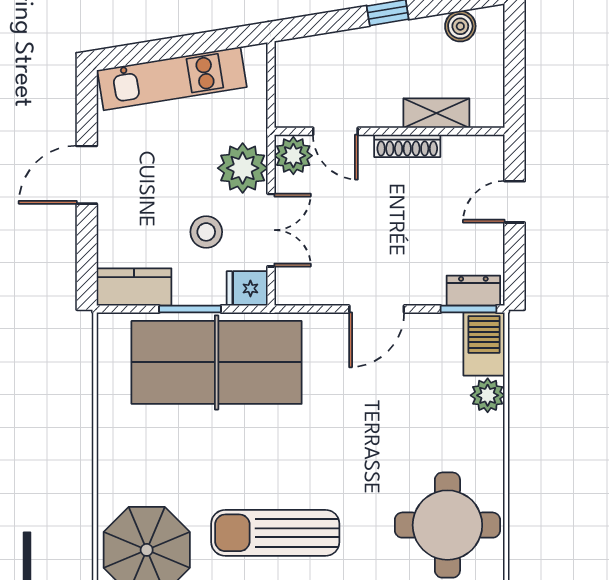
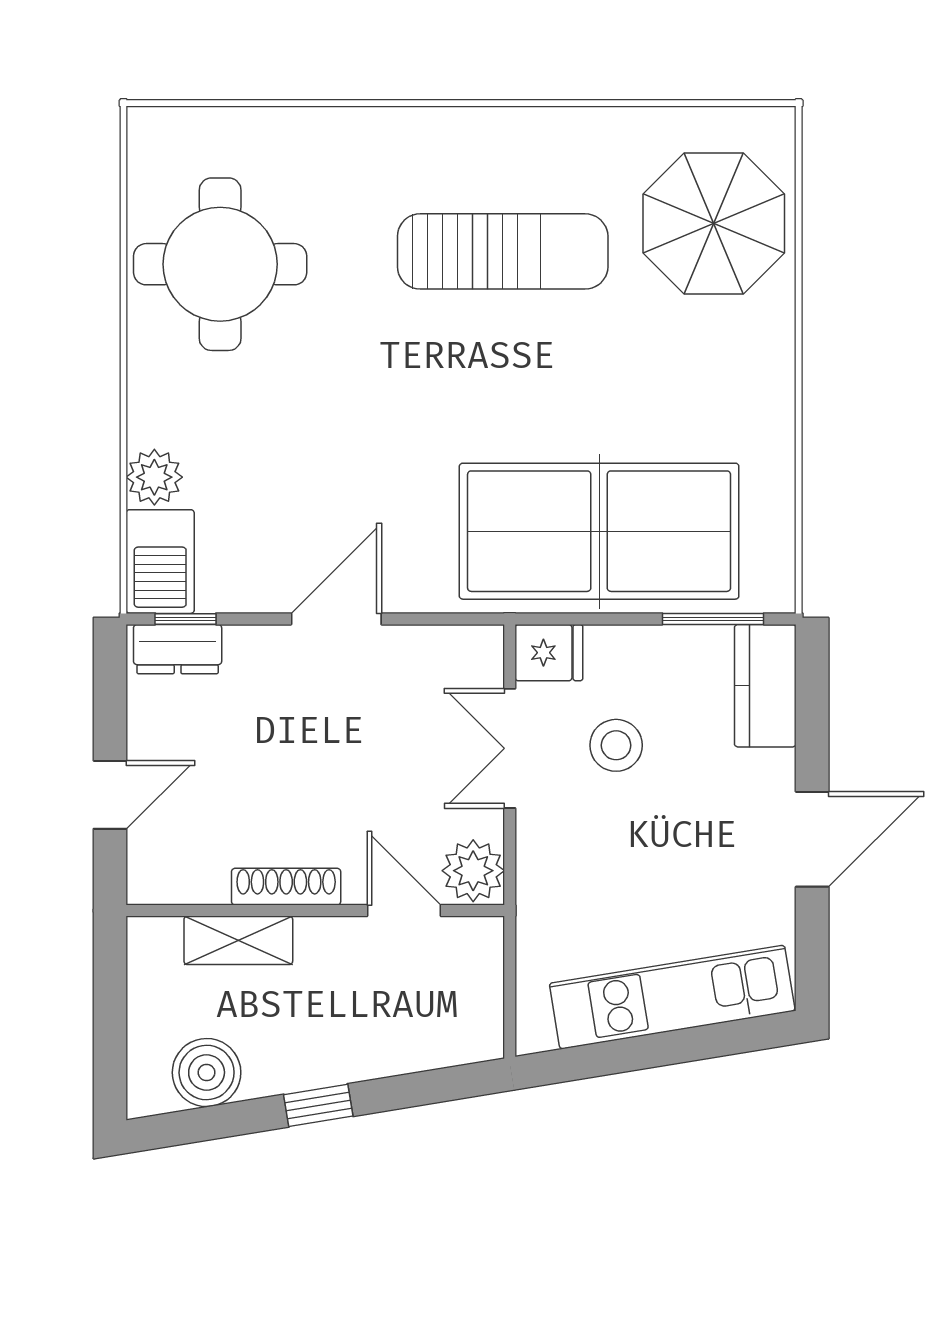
boiler: (460, 26) -> (207, 1072), width x1.36, depth x1.36
plant: (243, 168) -> (556, 850), removed
kitchen counter: (134, 287) -> (765, 686), moved, turned 90
window: (190, 309) -> (713, 619), moved
window: (469, 309) -> (186, 619), width x0.67

